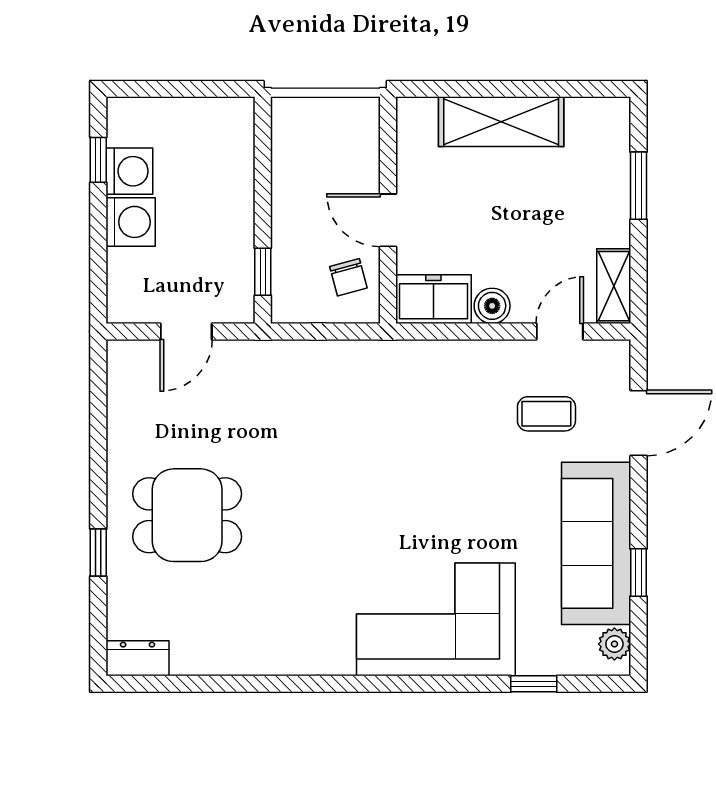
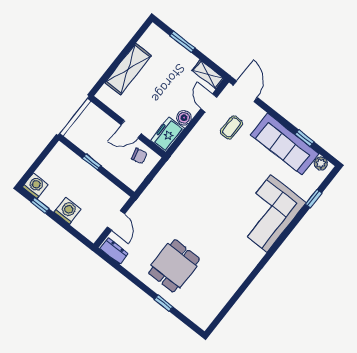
washing machine: (129, 171) -> (35, 186), moved
window: (263, 272) -> (92, 162), moved
door: (638, 423) -> (245, 91), moved
dresser: (138, 658) -> (114, 251), moved, turned 90

